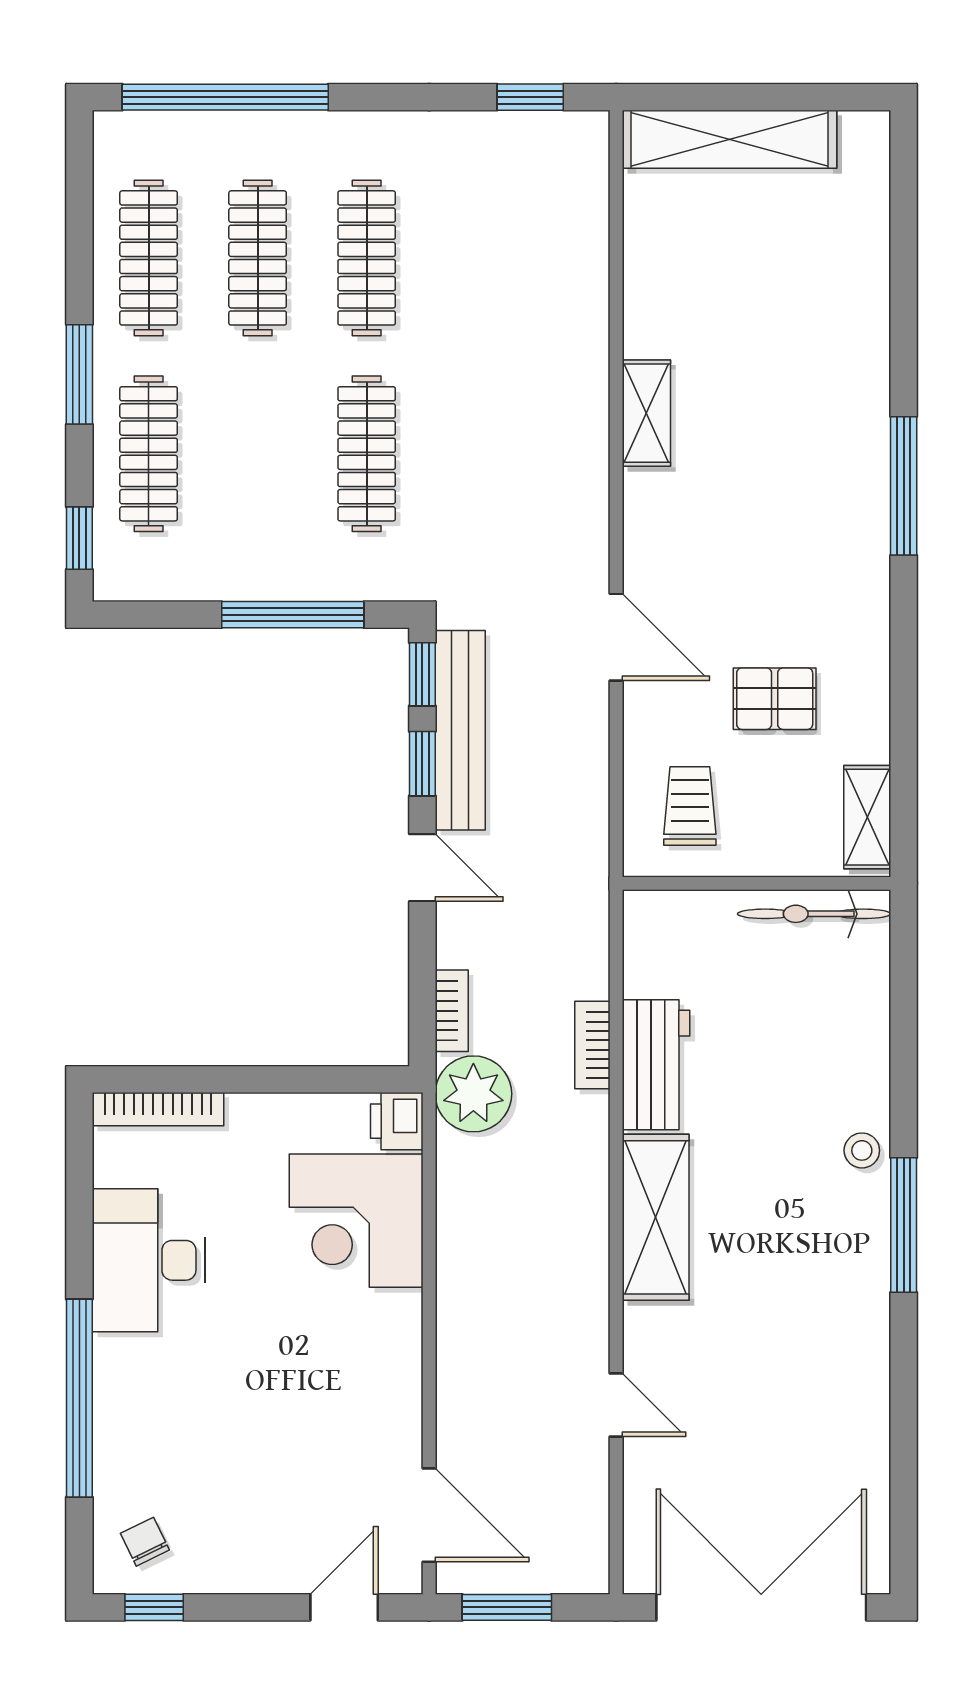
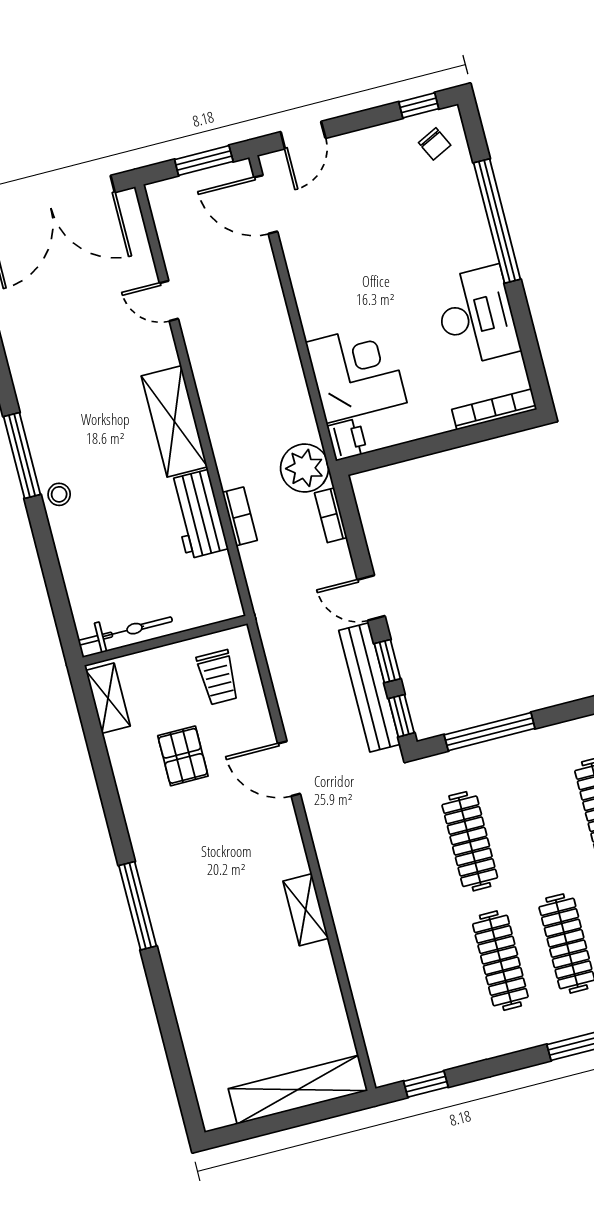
pallet: (775, 699) -> (183, 756), turned 90

